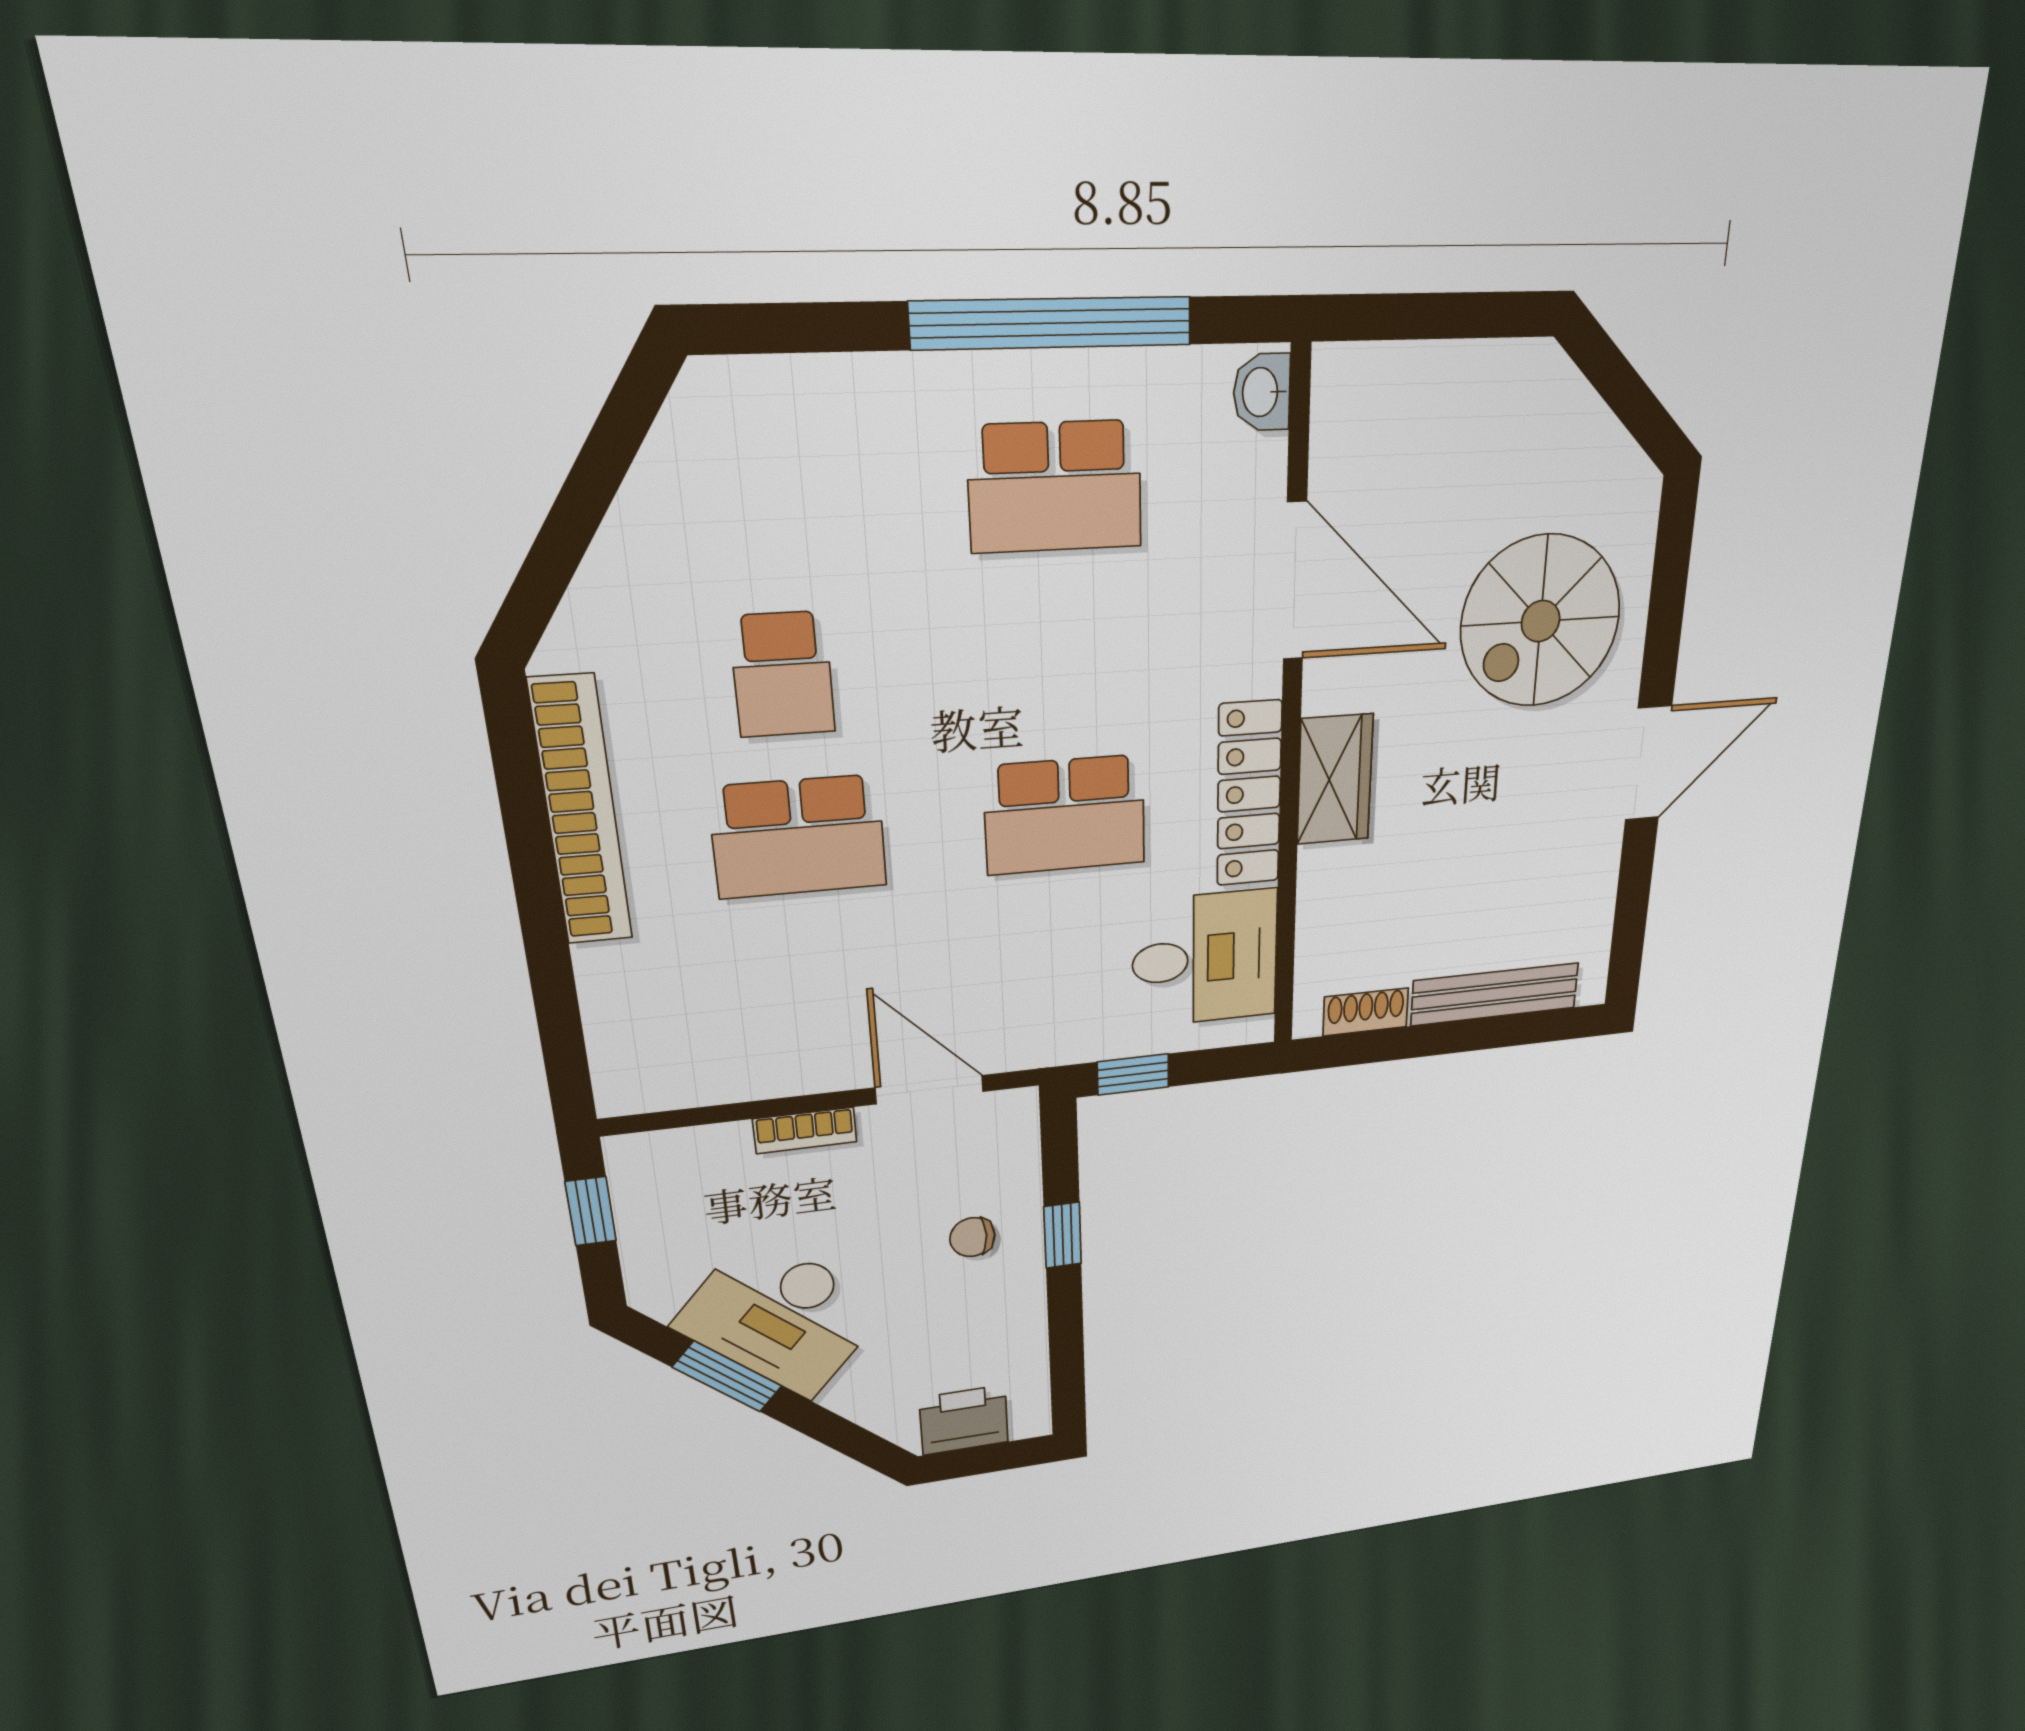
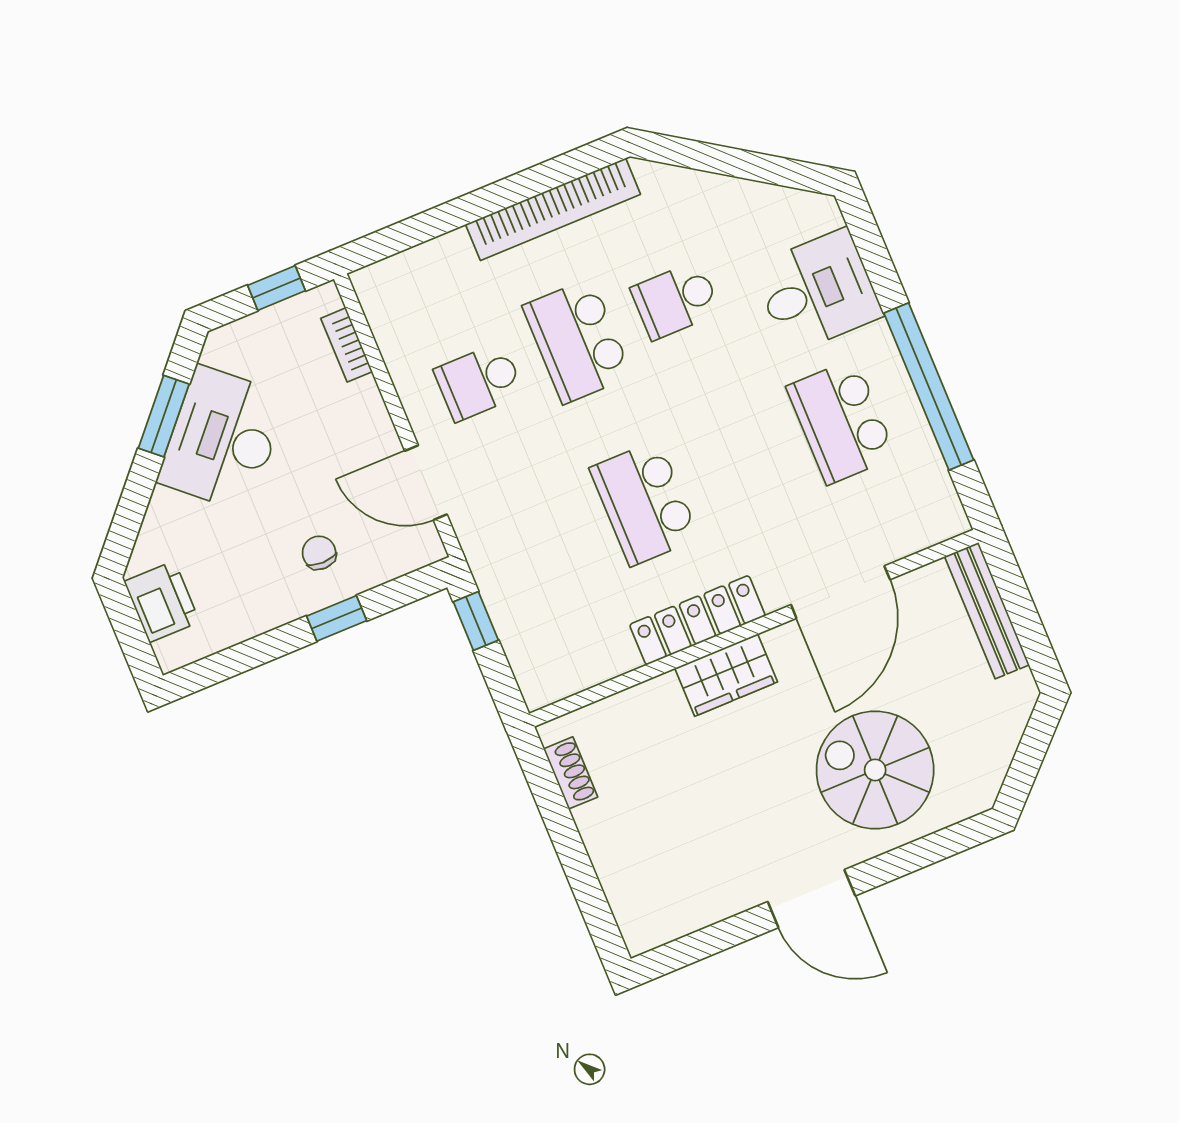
washbasin: (1262, 392) -> (940, 524), removed
desk: (1205, 959) -> (817, 291), moved, turned -90
school desk: (813, 987) -> (479, 382), added
bench: (1495, 994) -> (987, 611), moved
door: (929, 1090) -> (426, 483), swing flipped
bookcase: (805, 1130) -> (347, 345), moved

